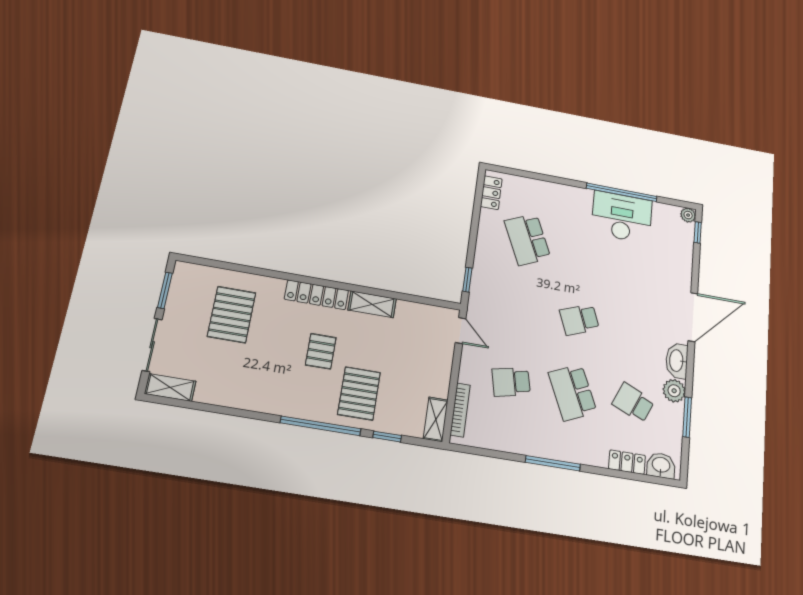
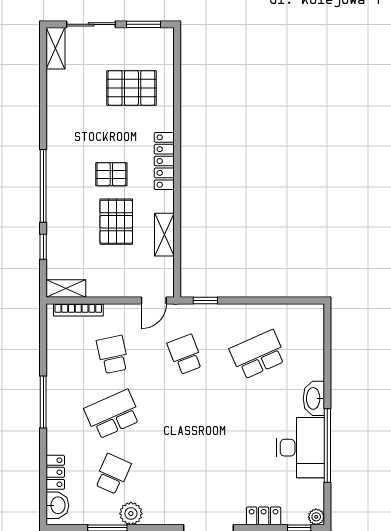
locker: (491, 193) -> (264, 516), moved, turned 180
shelving: (372, 304) -> (164, 235), moved
school desk: (579, 320) -> (185, 355), moved
washbasin: (677, 361) -> (314, 398), moved, turned -90
pallet: (359, 393) -> (116, 222), moved, turned 90

